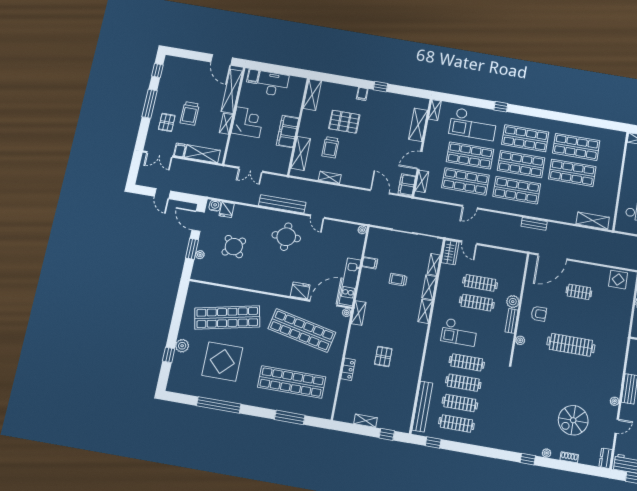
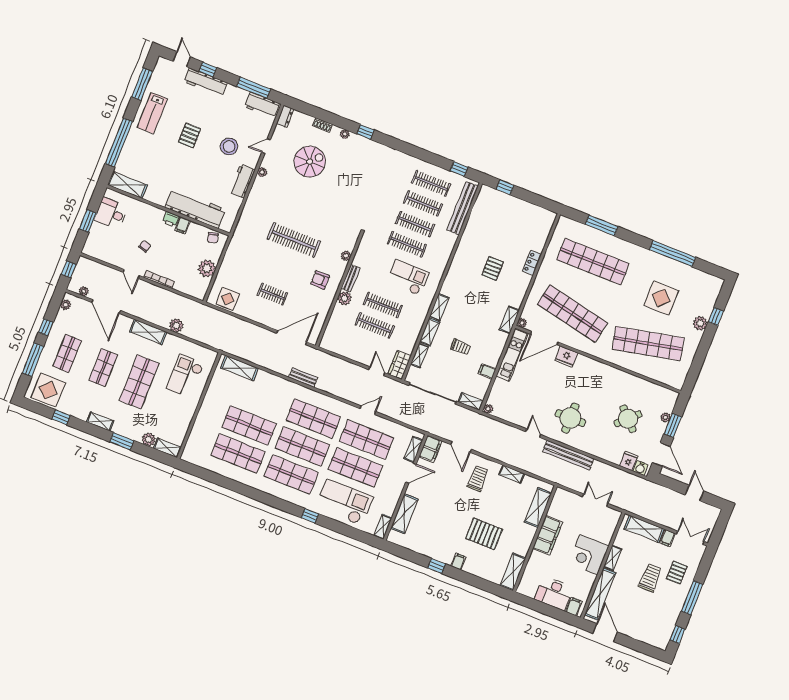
trolley: (330, 147) -> (478, 478), moved
display table: (222, 362) -> (661, 298), width x0.73, depth x0.73
shelving: (366, 421) -> (471, 401), moved

